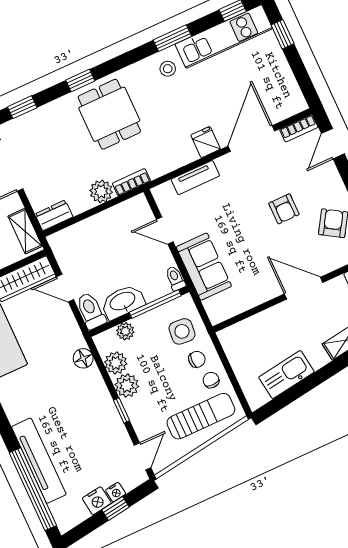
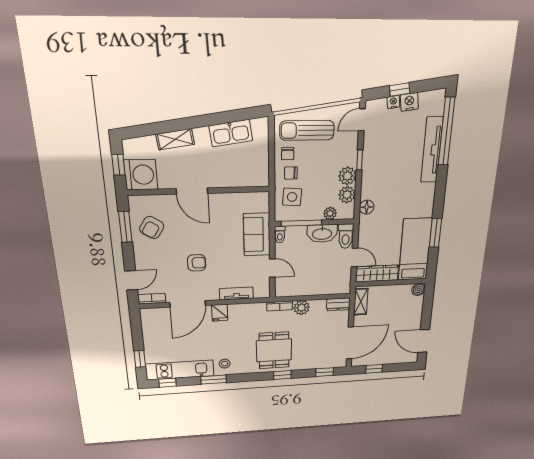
armchair: (284, 209) -> (197, 263), moved, turned 90

